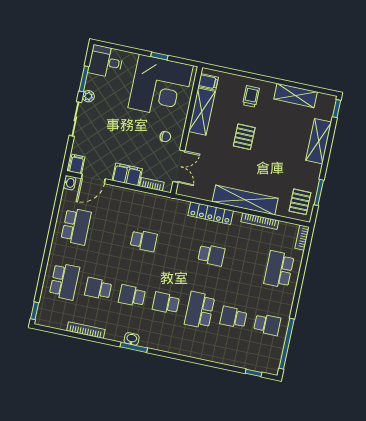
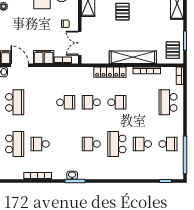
double door: (179, 166) -> (80, 43), swing flipped
door: (93, 179) -> (20, 65), swing flipped
school desk: (132, 296) -> (91, 102), moved

